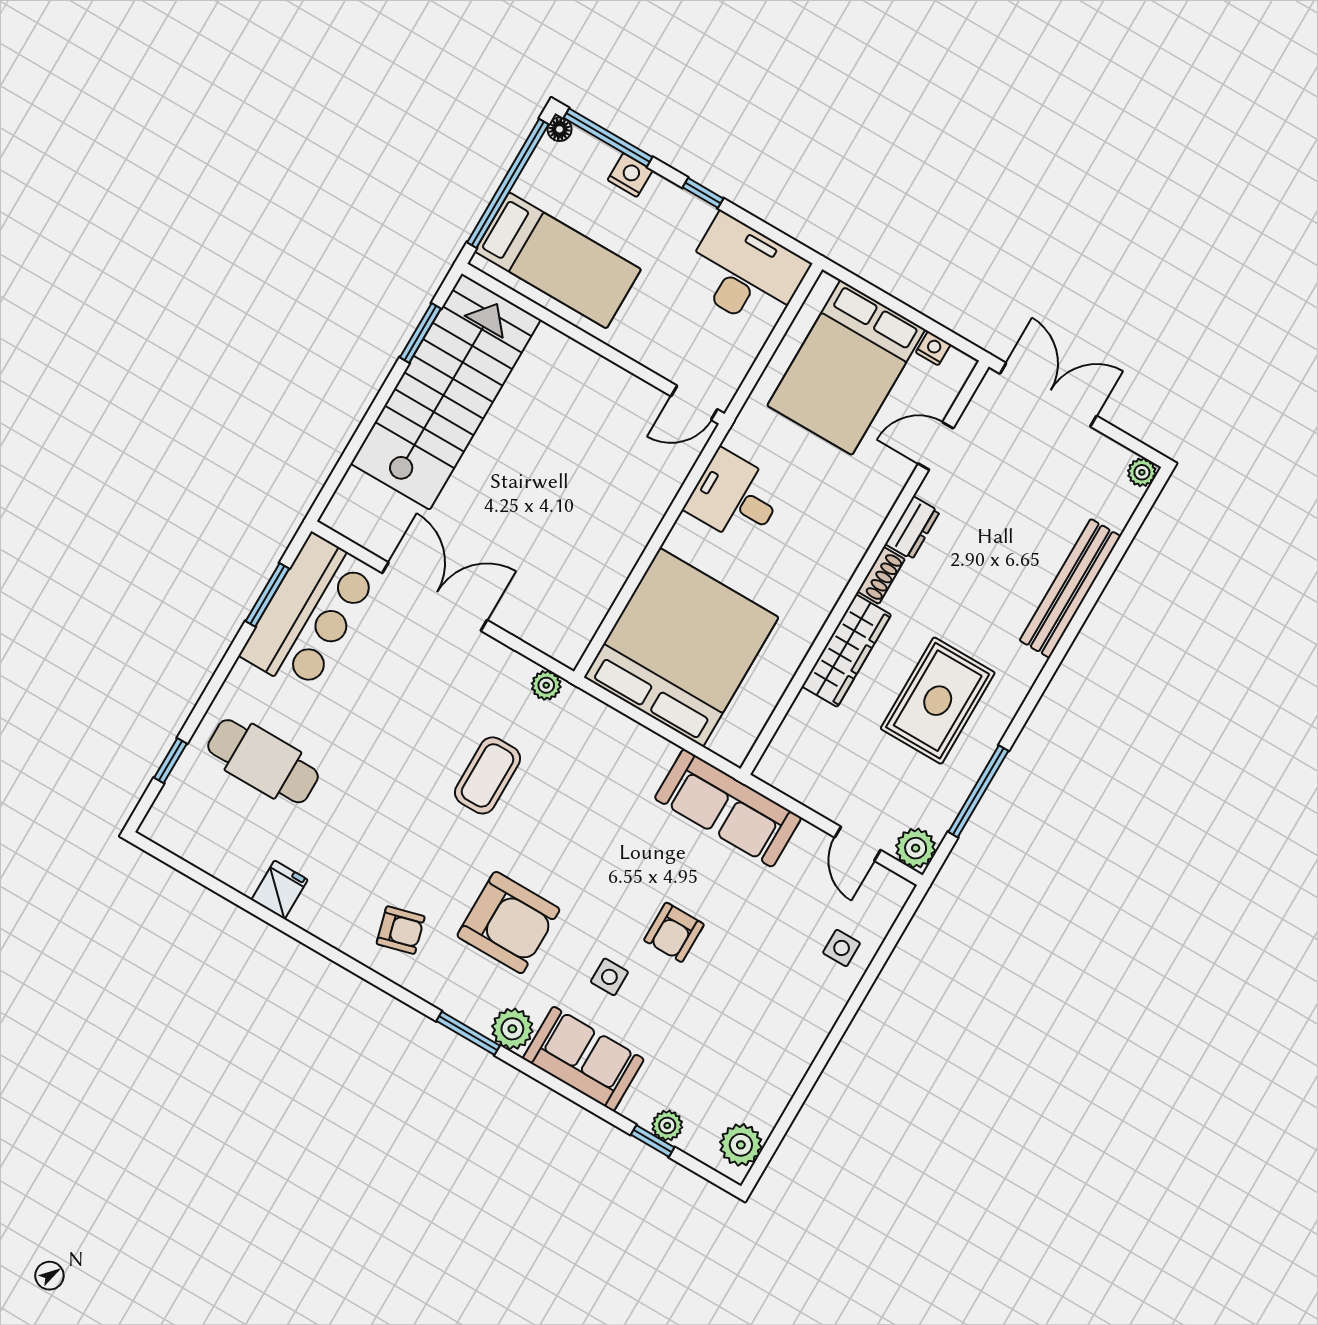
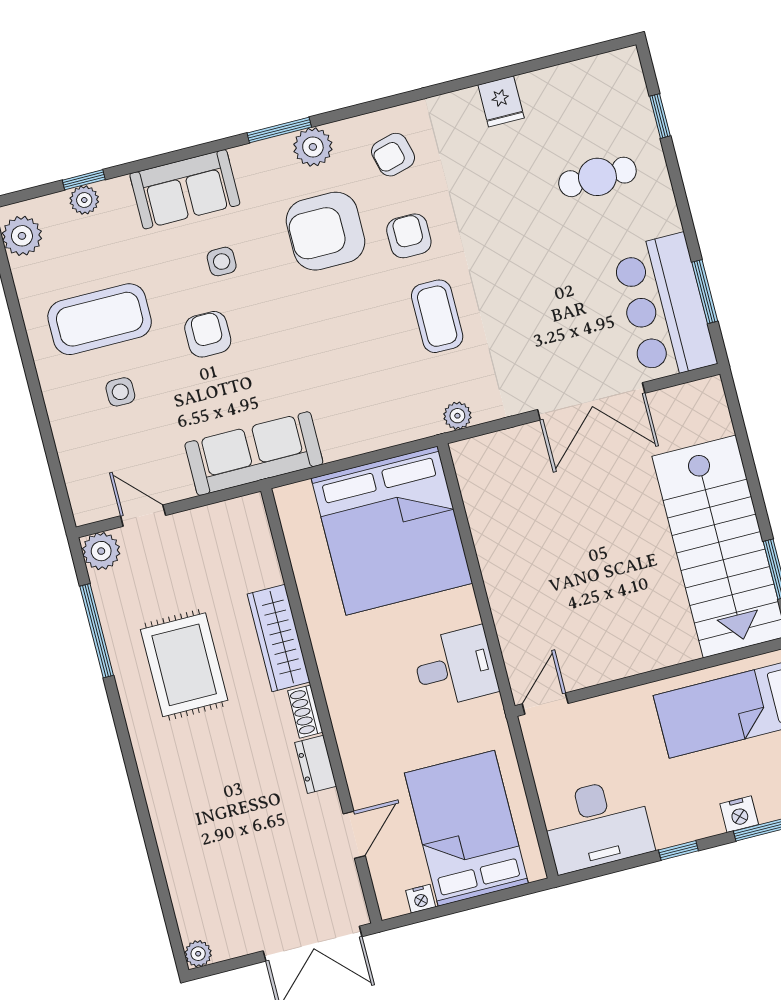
bench: (1070, 588) -> (169, 828), removed
cafe table: (263, 761) -> (597, 177), width x0.73, depth x0.74
armchair: (449, 857) -> (409, 236), added
side table: (842, 948) -> (120, 392), moved
coffee table: (744, 1024) -> (100, 319), added
plant: (512, 1029) -> (313, 147), moved

